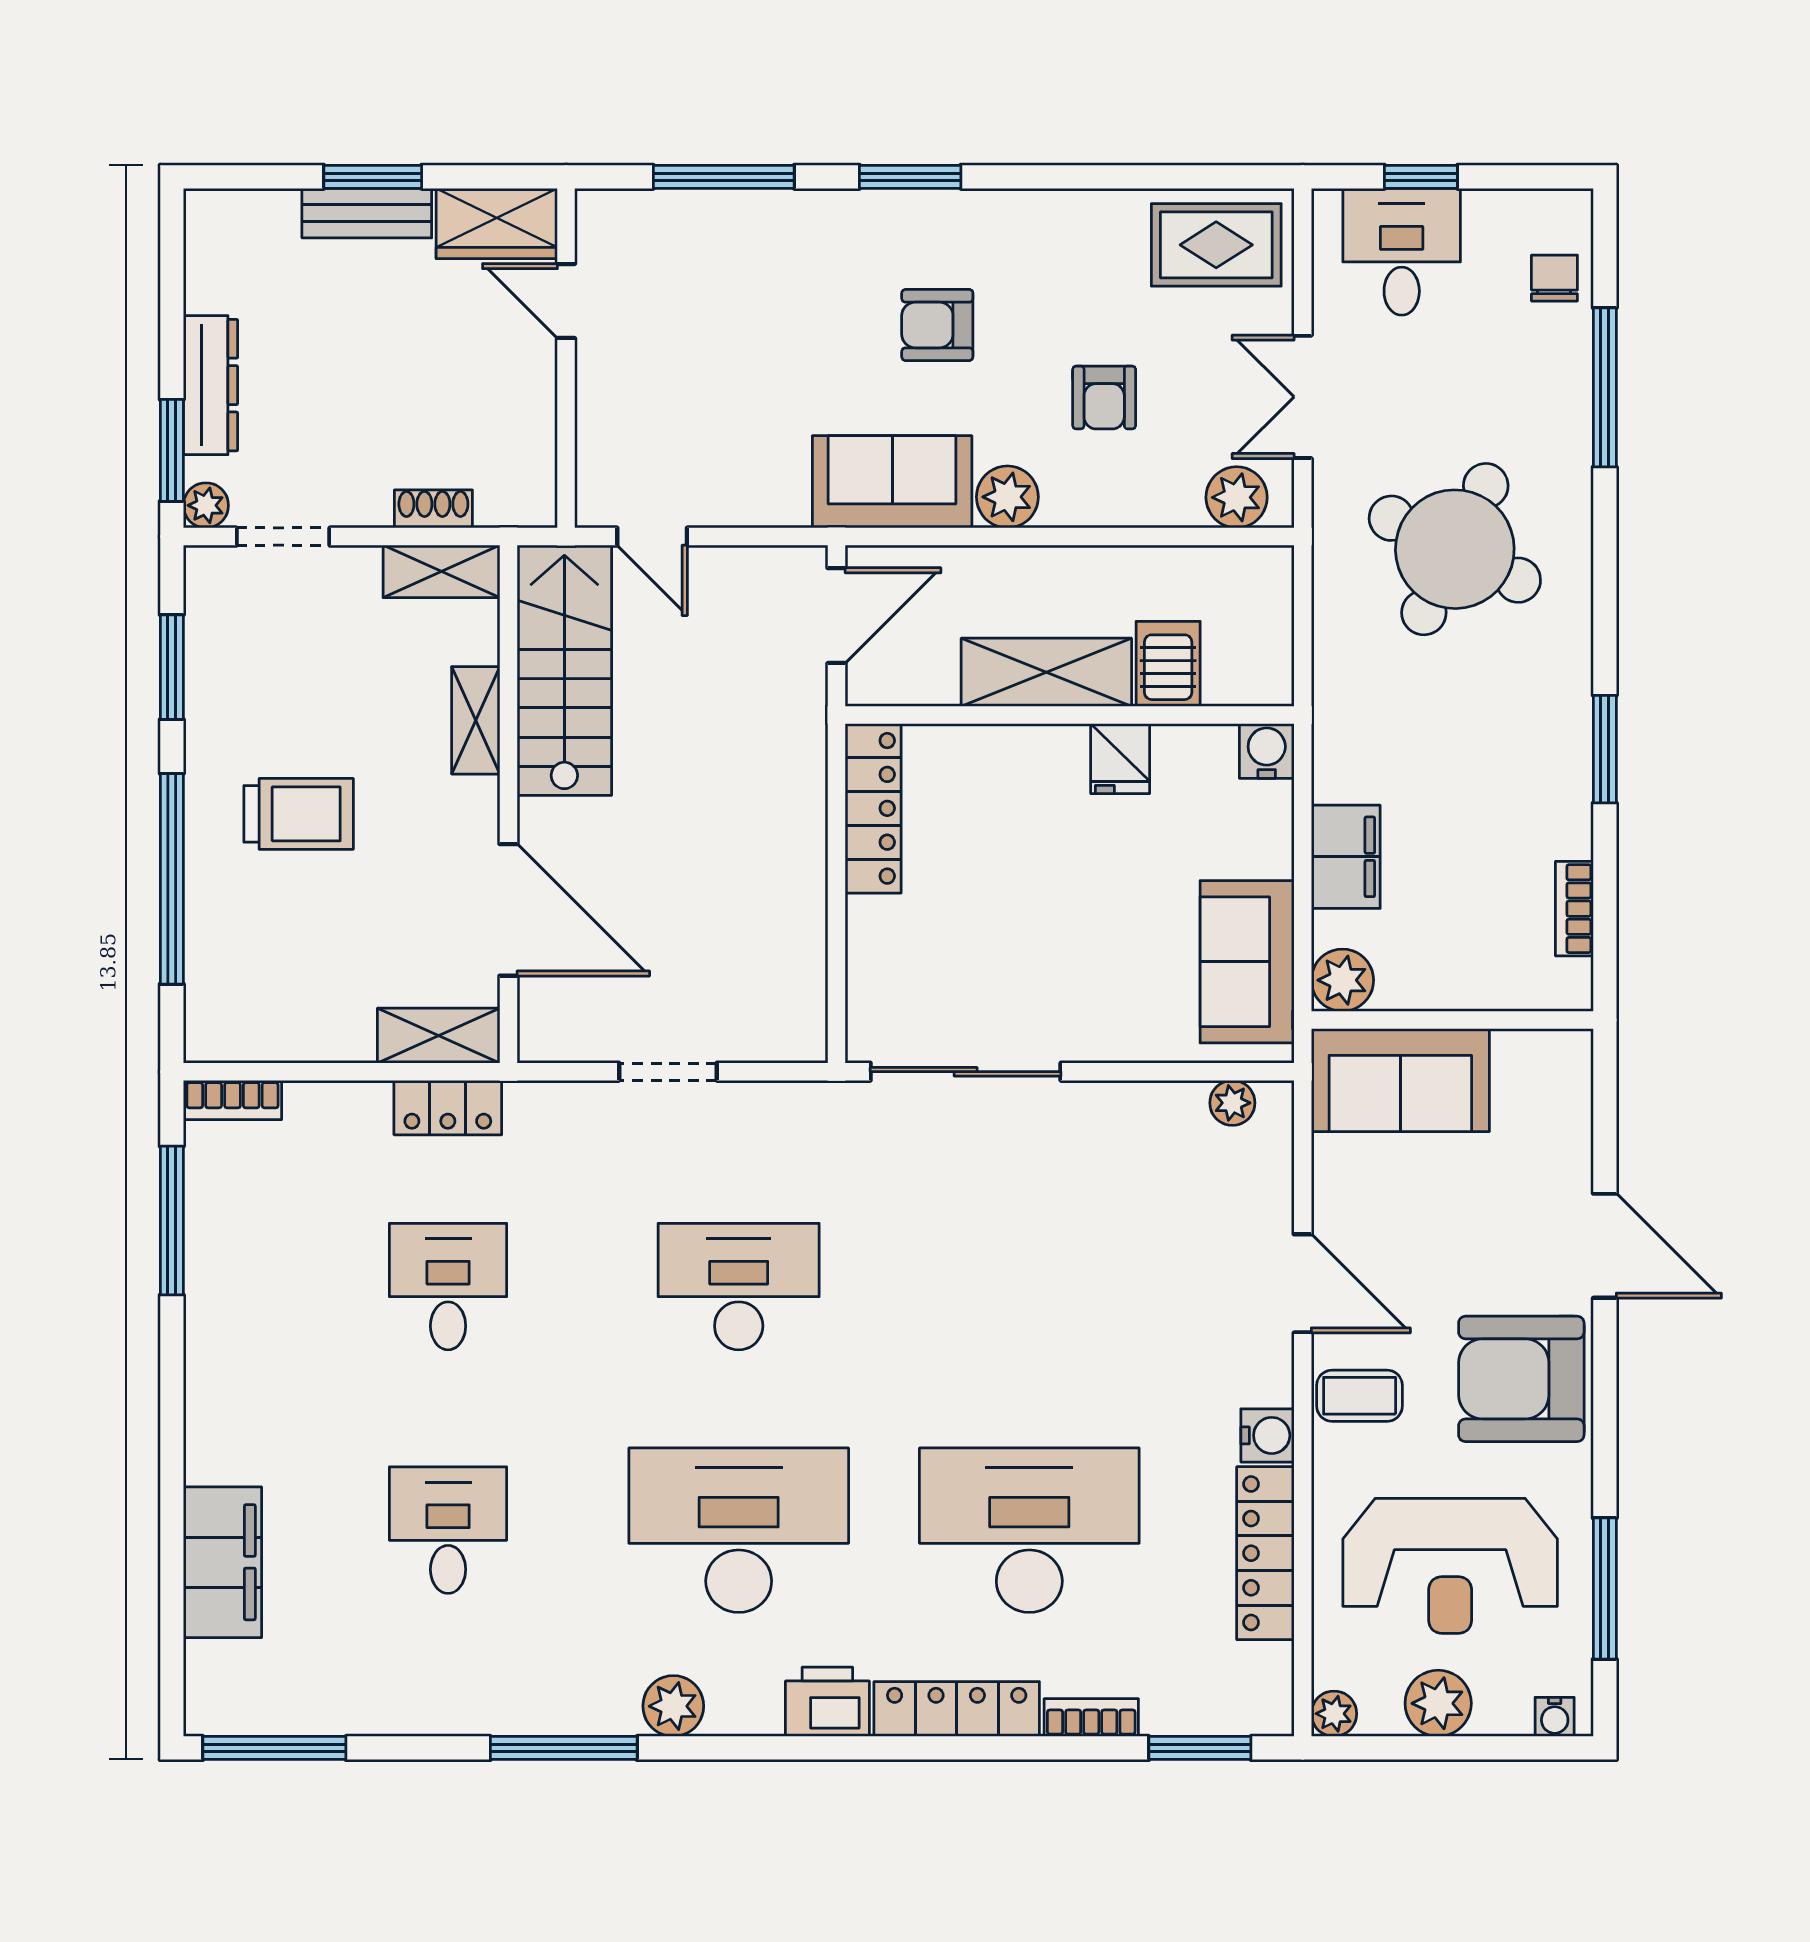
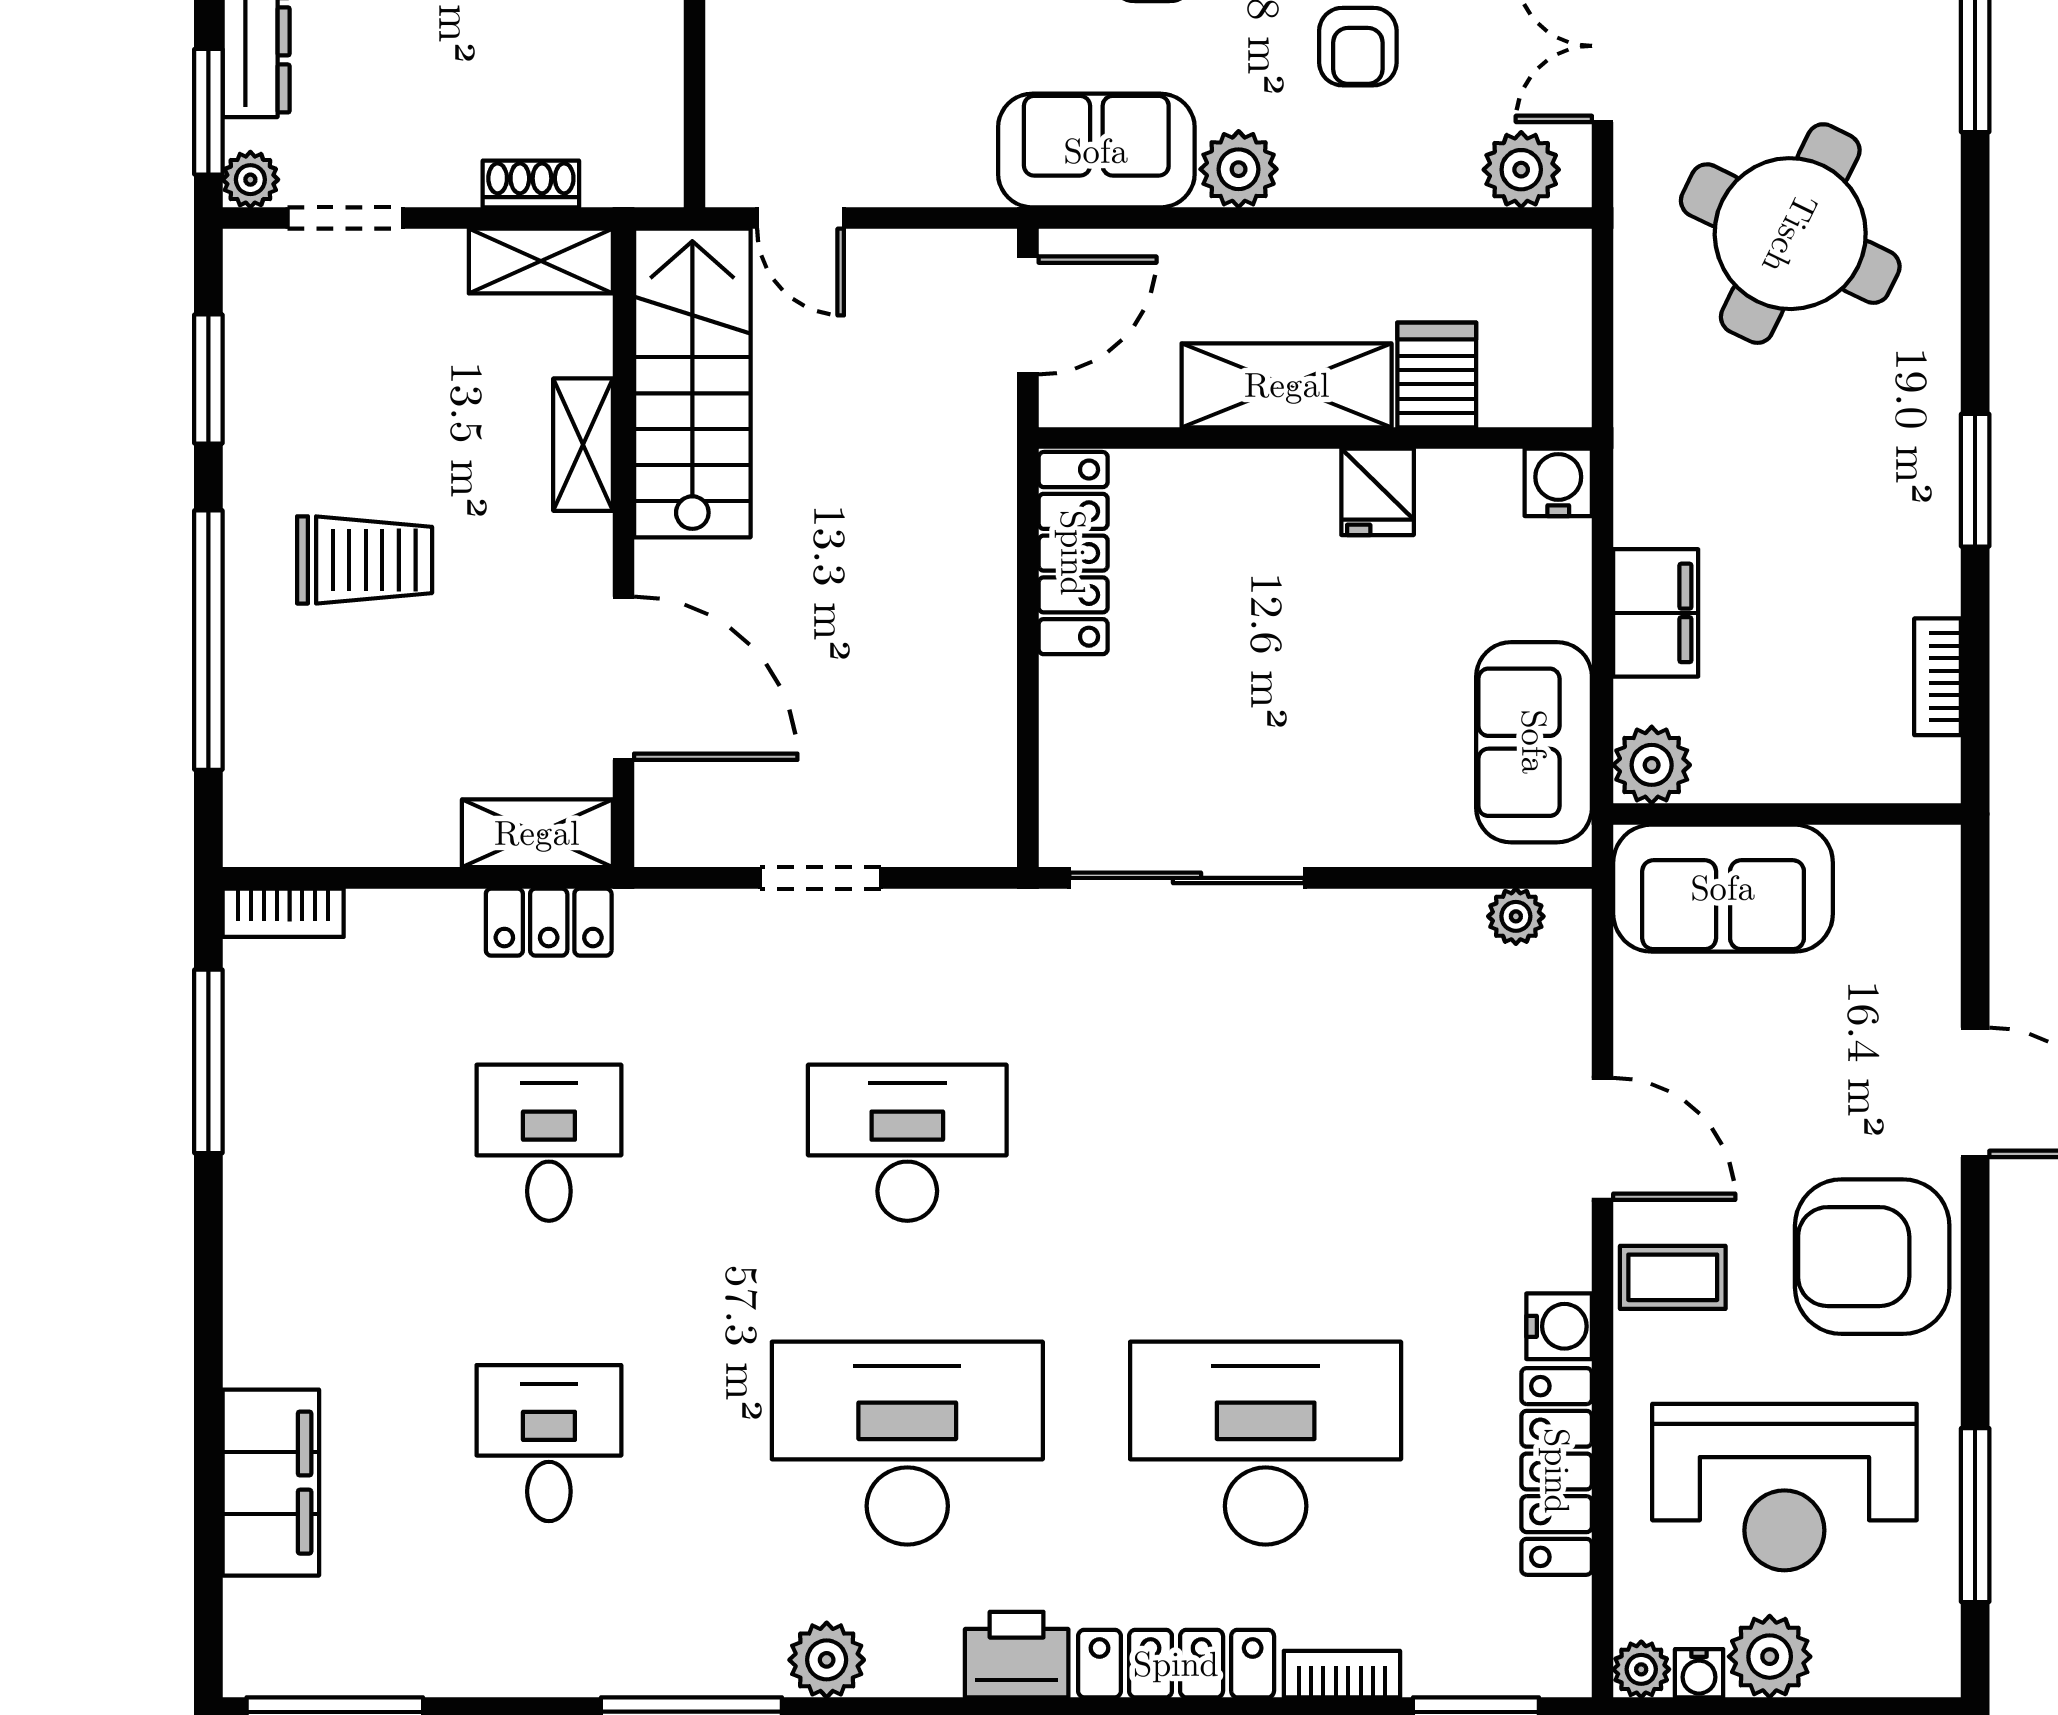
water cooler: (1555, 1717) -> (1699, 1673), moved

